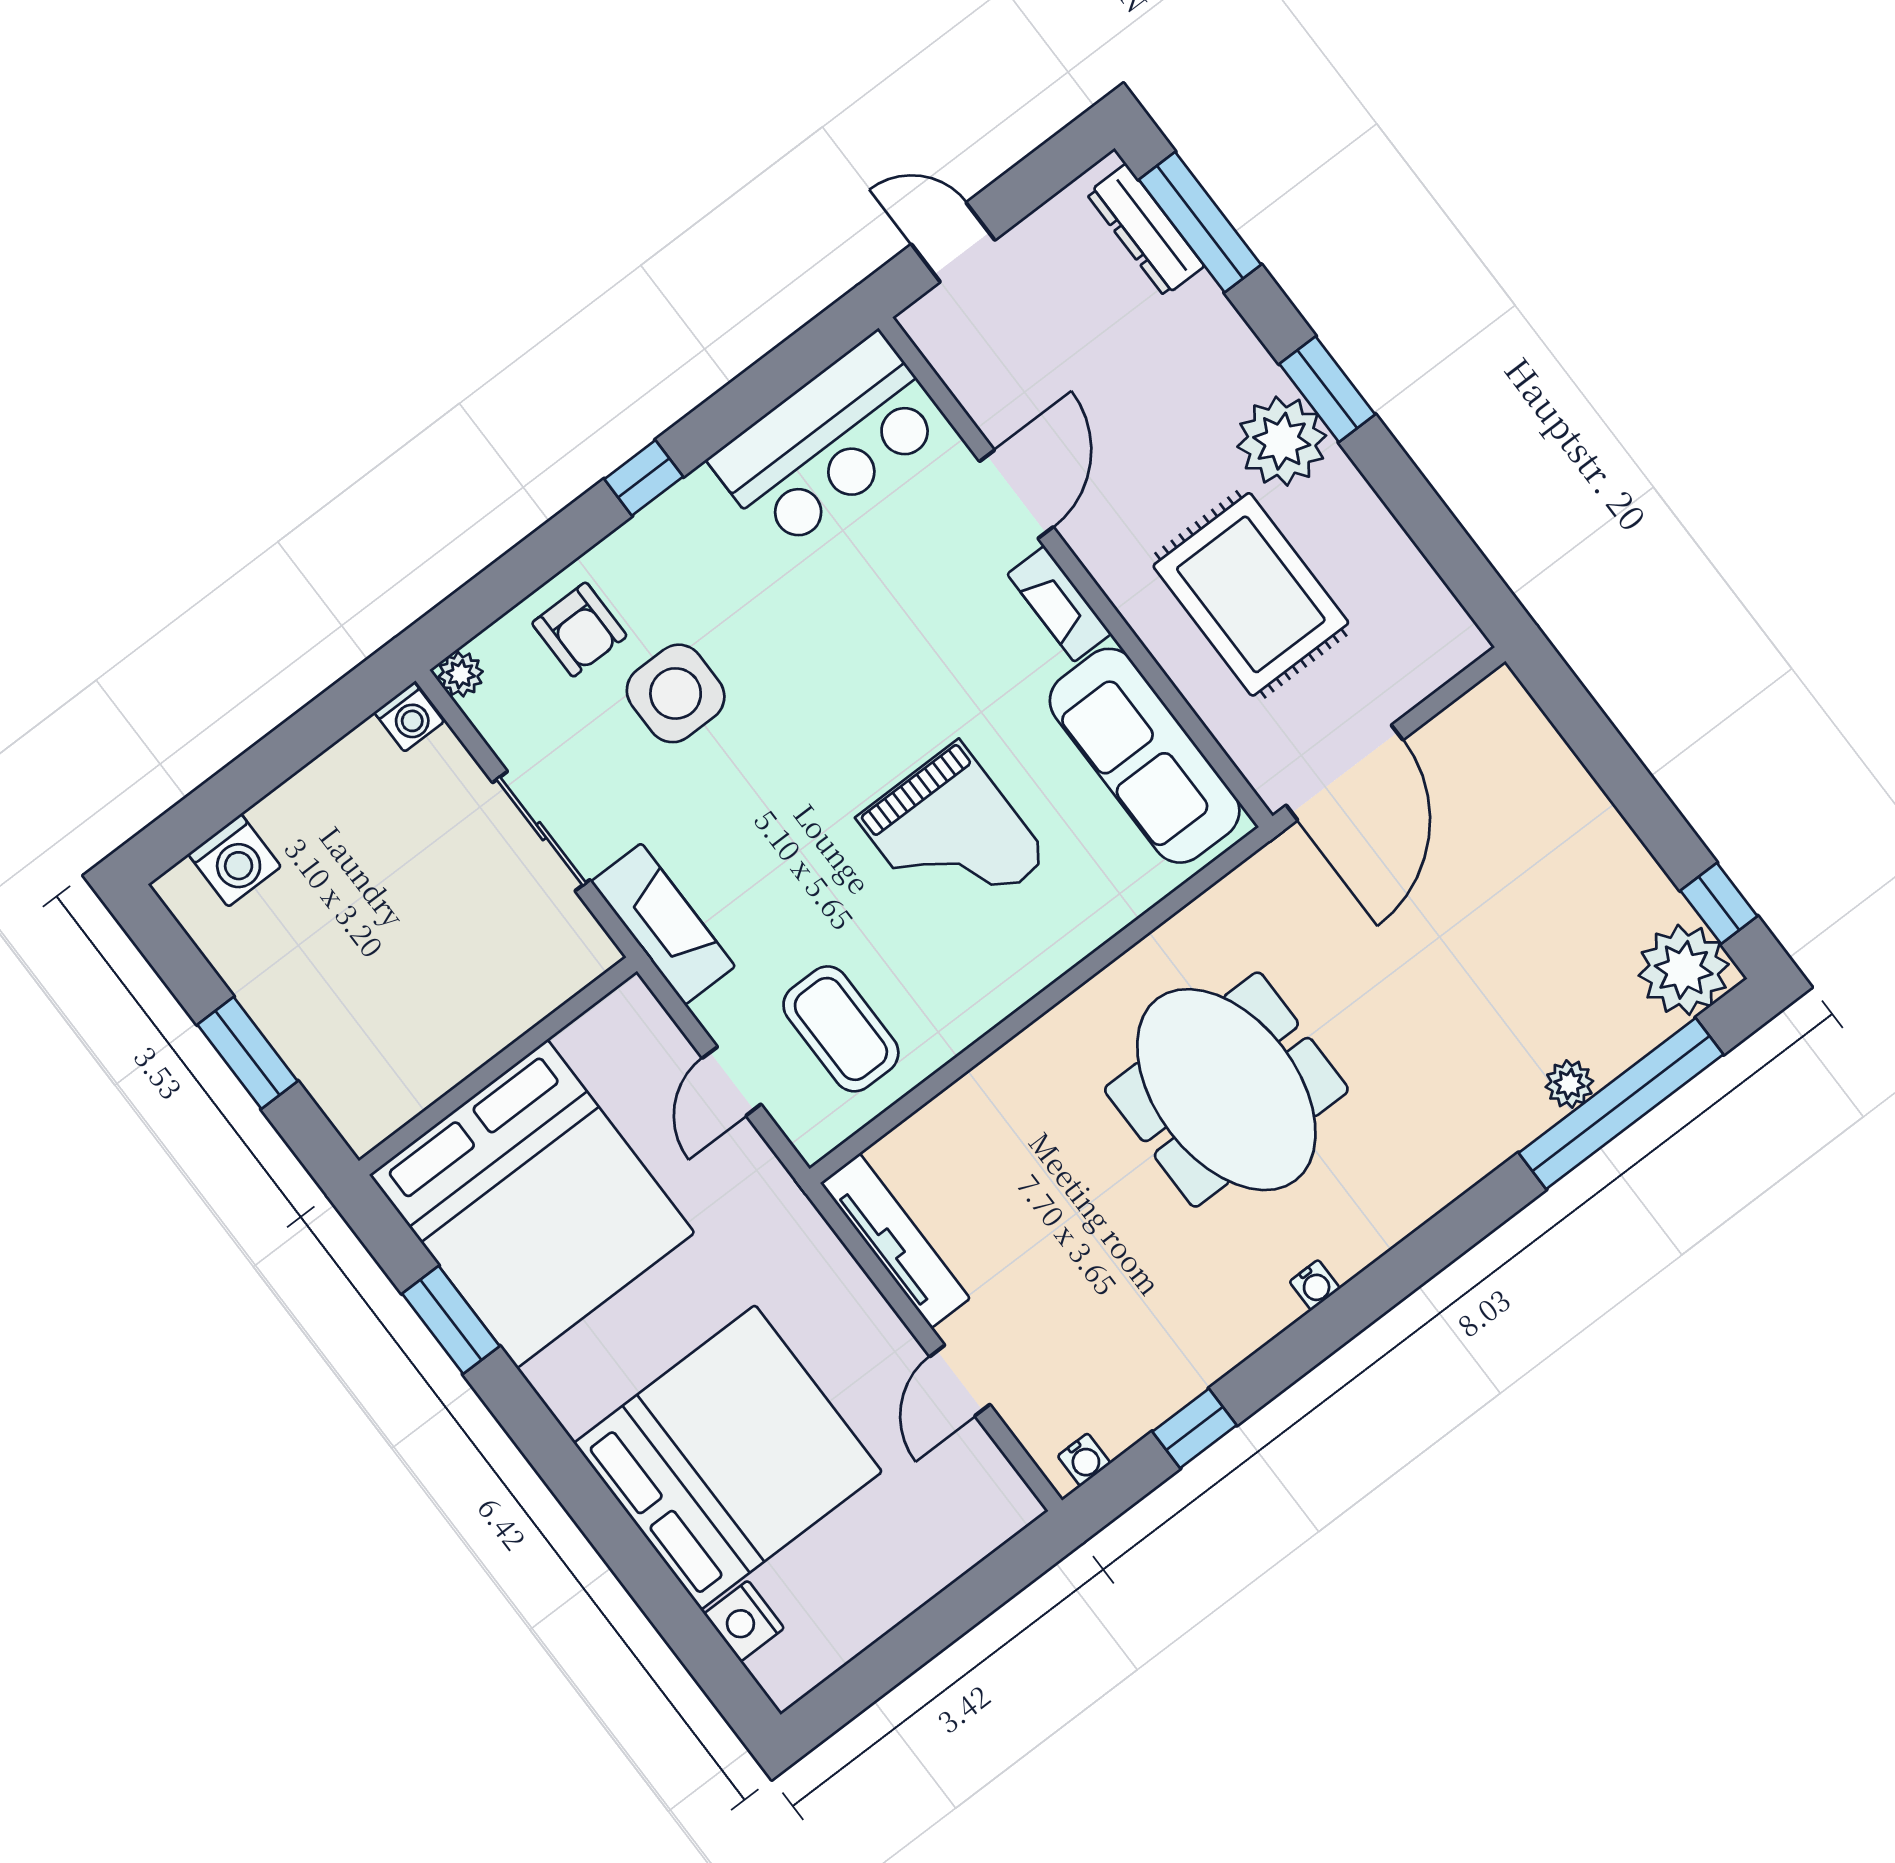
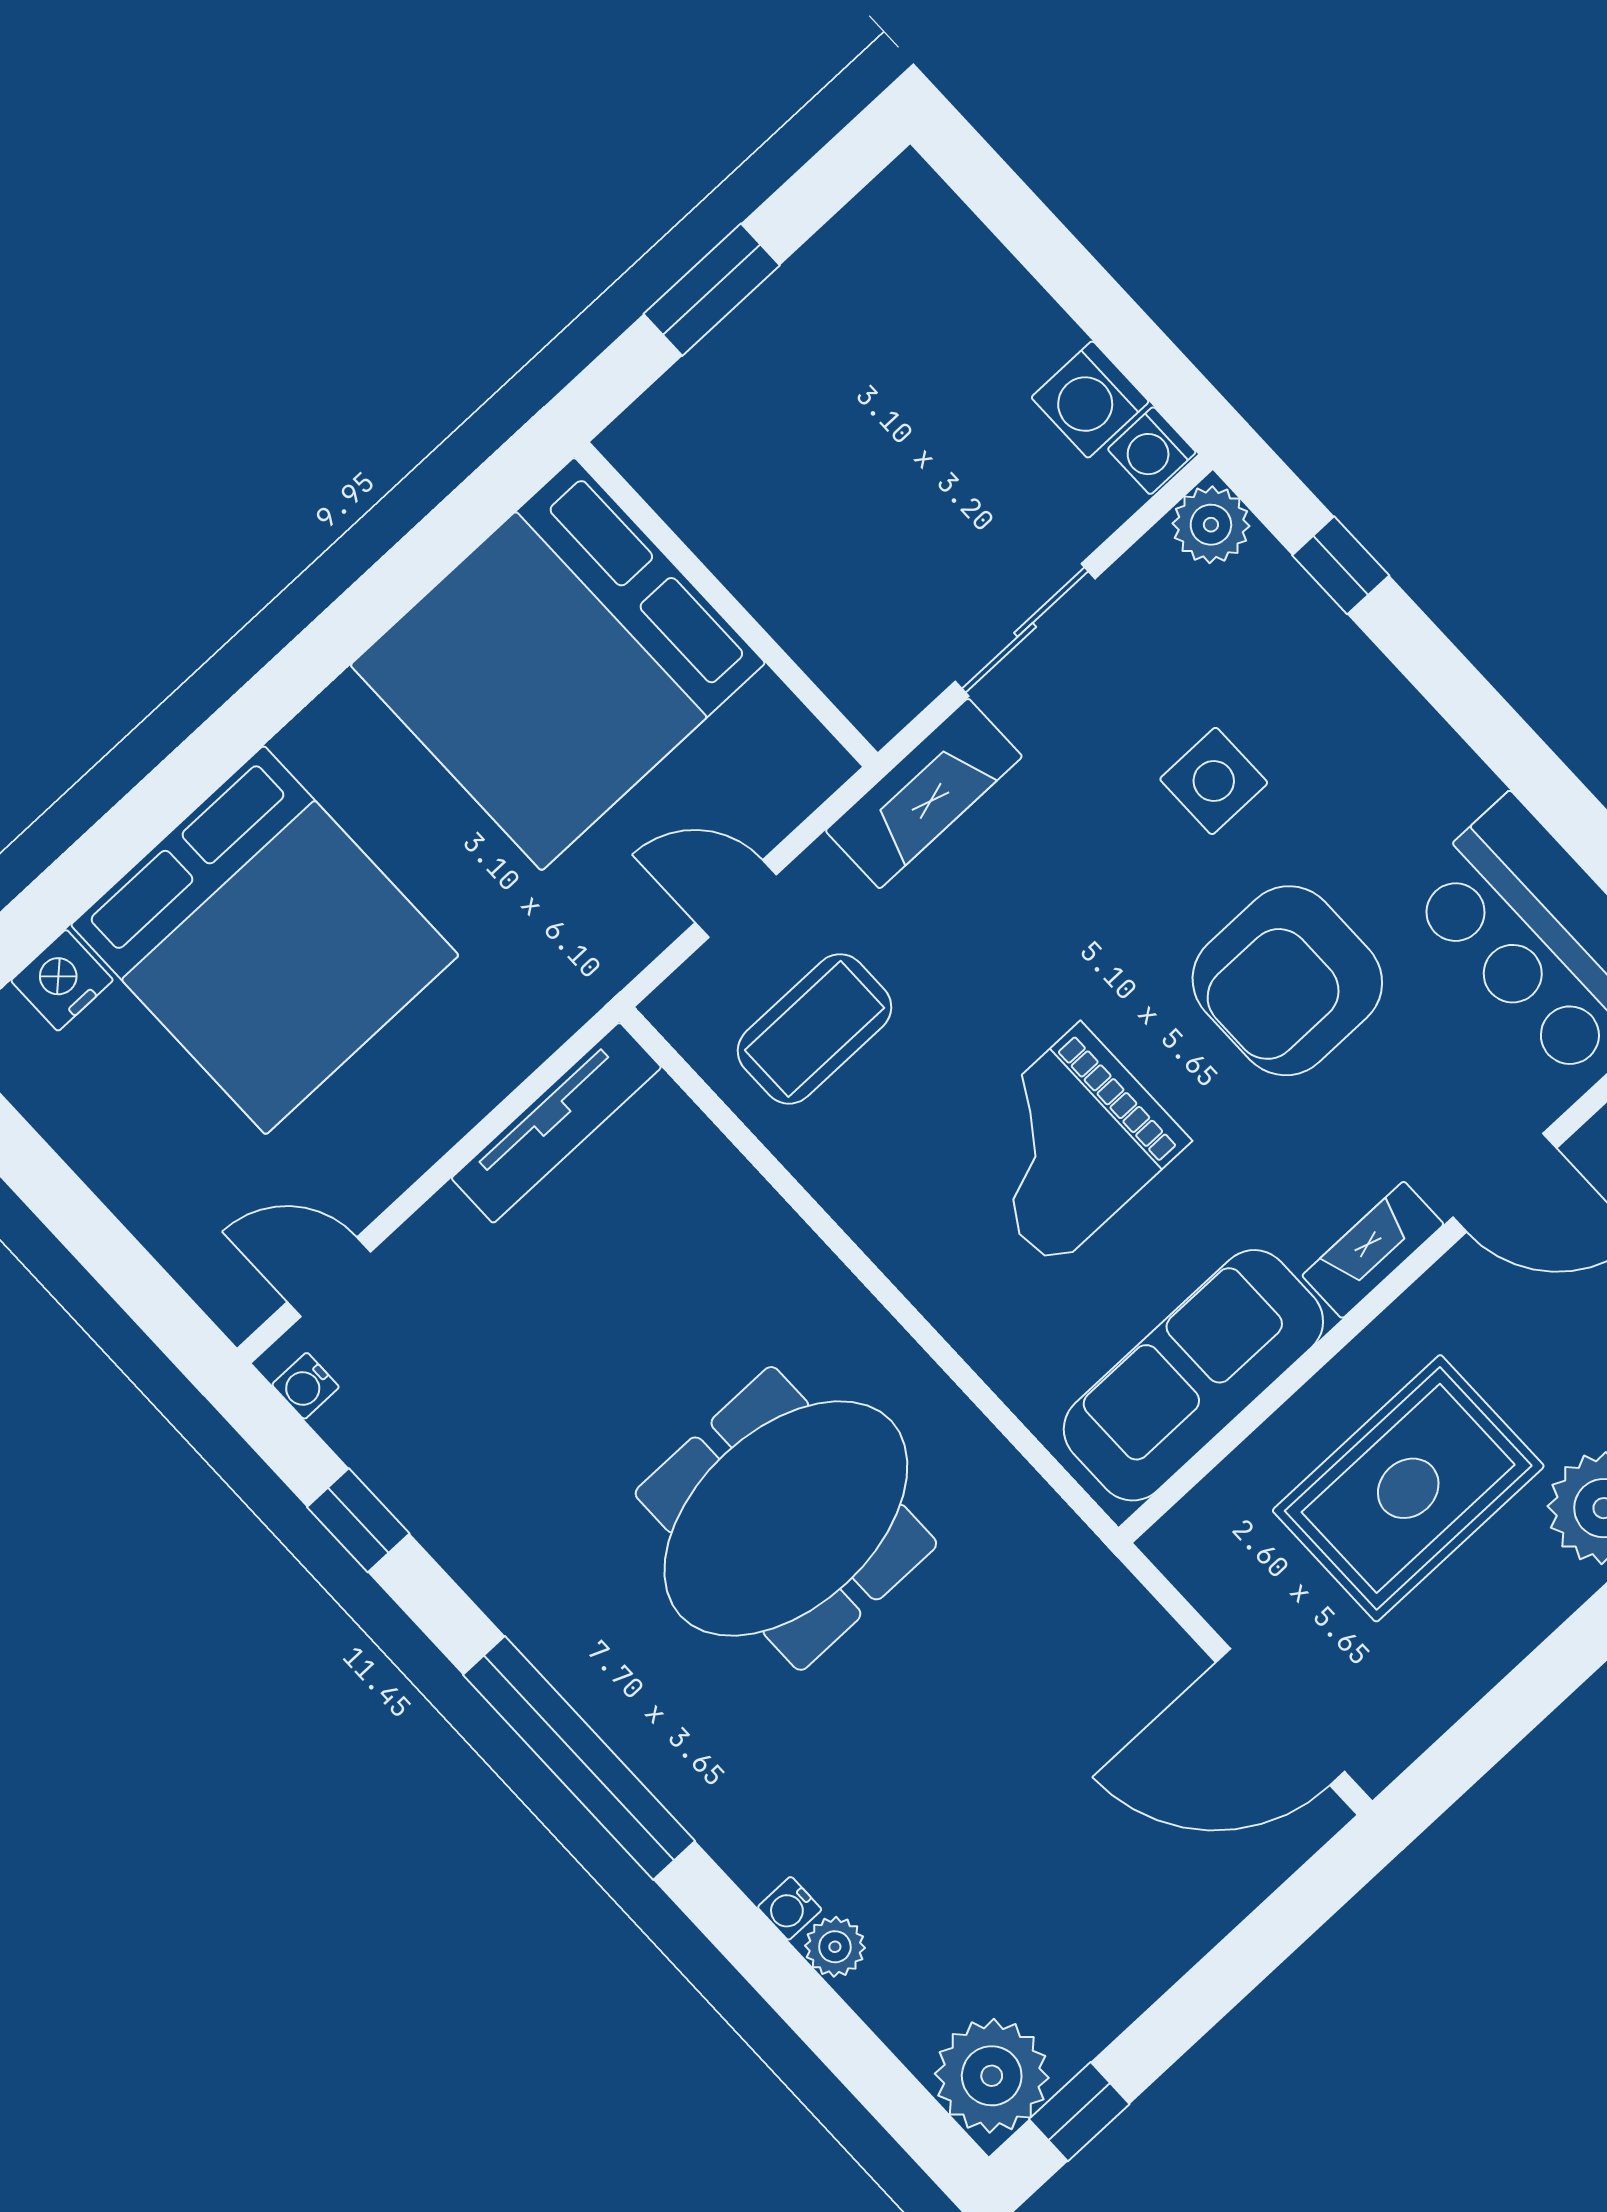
window: (644, 478) -> (1341, 565), moved
armchair: (579, 630) -> (1287, 981), moved, width x1.88, depth x1.88
plant: (461, 674) -> (1211, 525), width x1.38, depth x1.38
side table: (676, 693) -> (1214, 781), width x0.73, depth x0.73
door: (1344, 773) -> (1280, 1717), moved
washing machine: (235, 860) -> (1090, 400), moved
window: (1621, 1104) -> (579, 1758), moved
water cooler: (1315, 1285) -> (790, 1908), moved
window: (451, 1320) -> (403, 577), removed
door: (960, 1381) -> (329, 1277), moved

